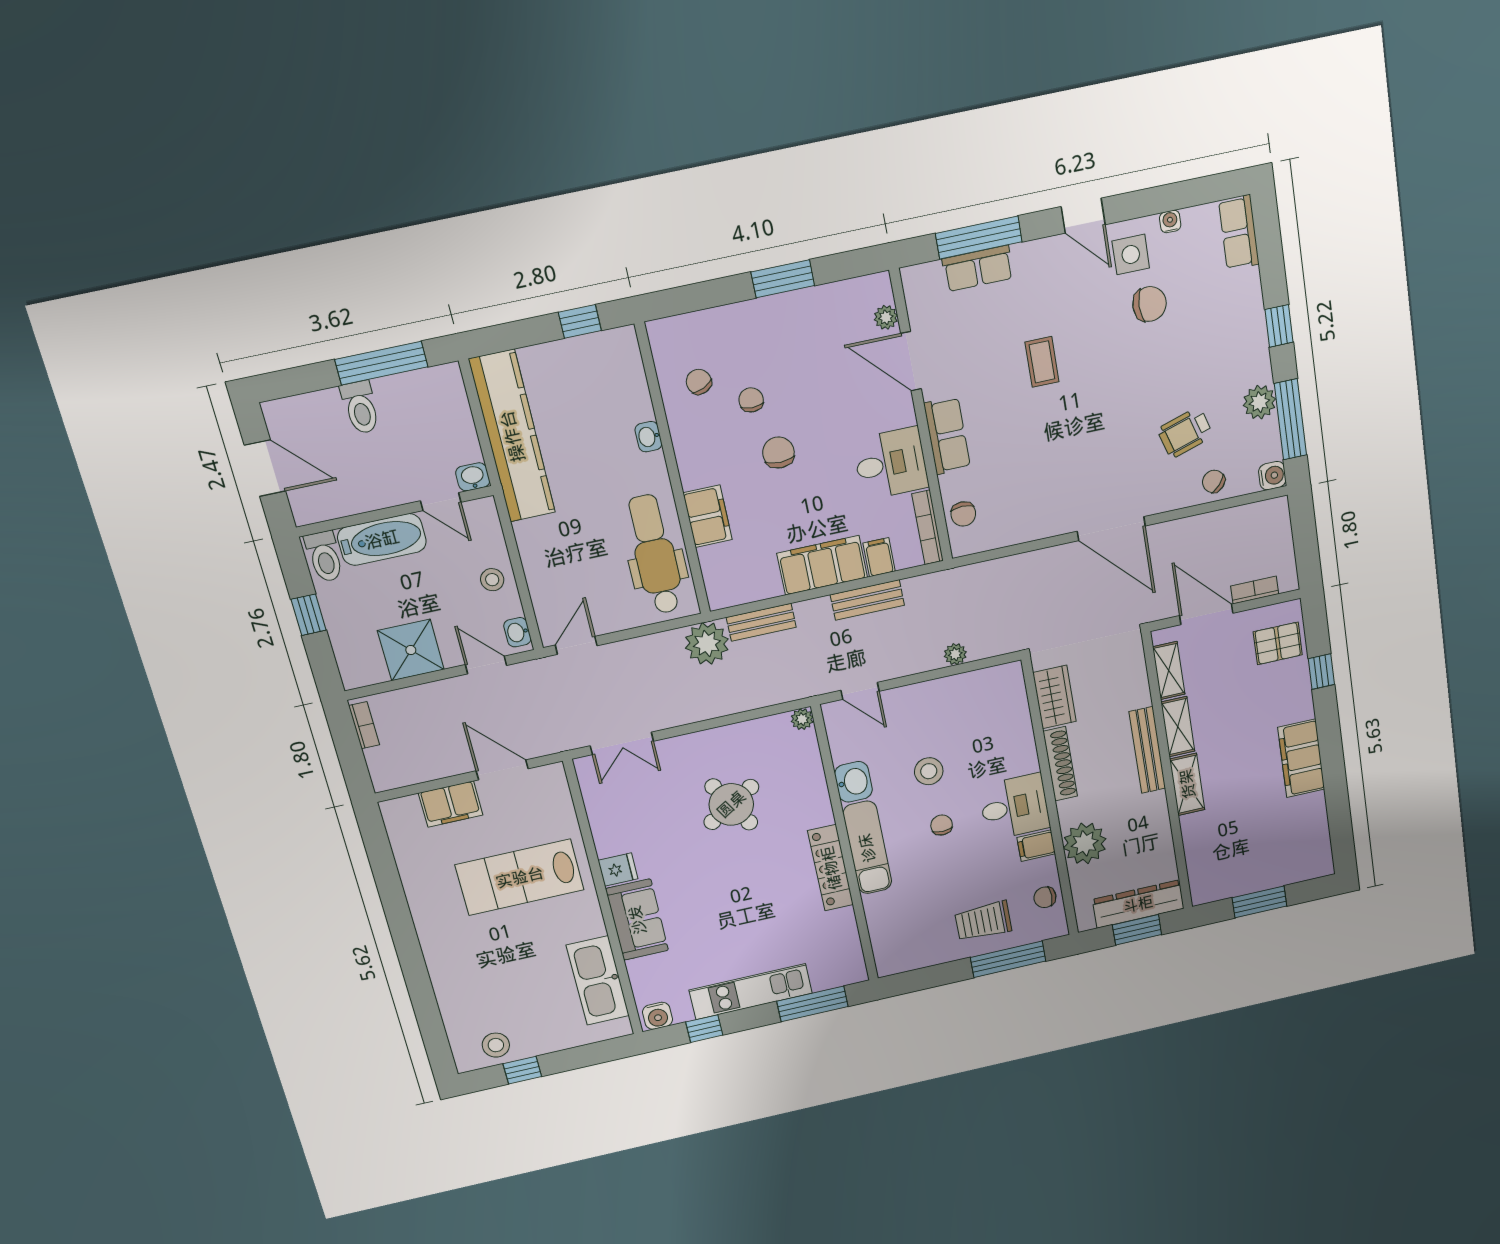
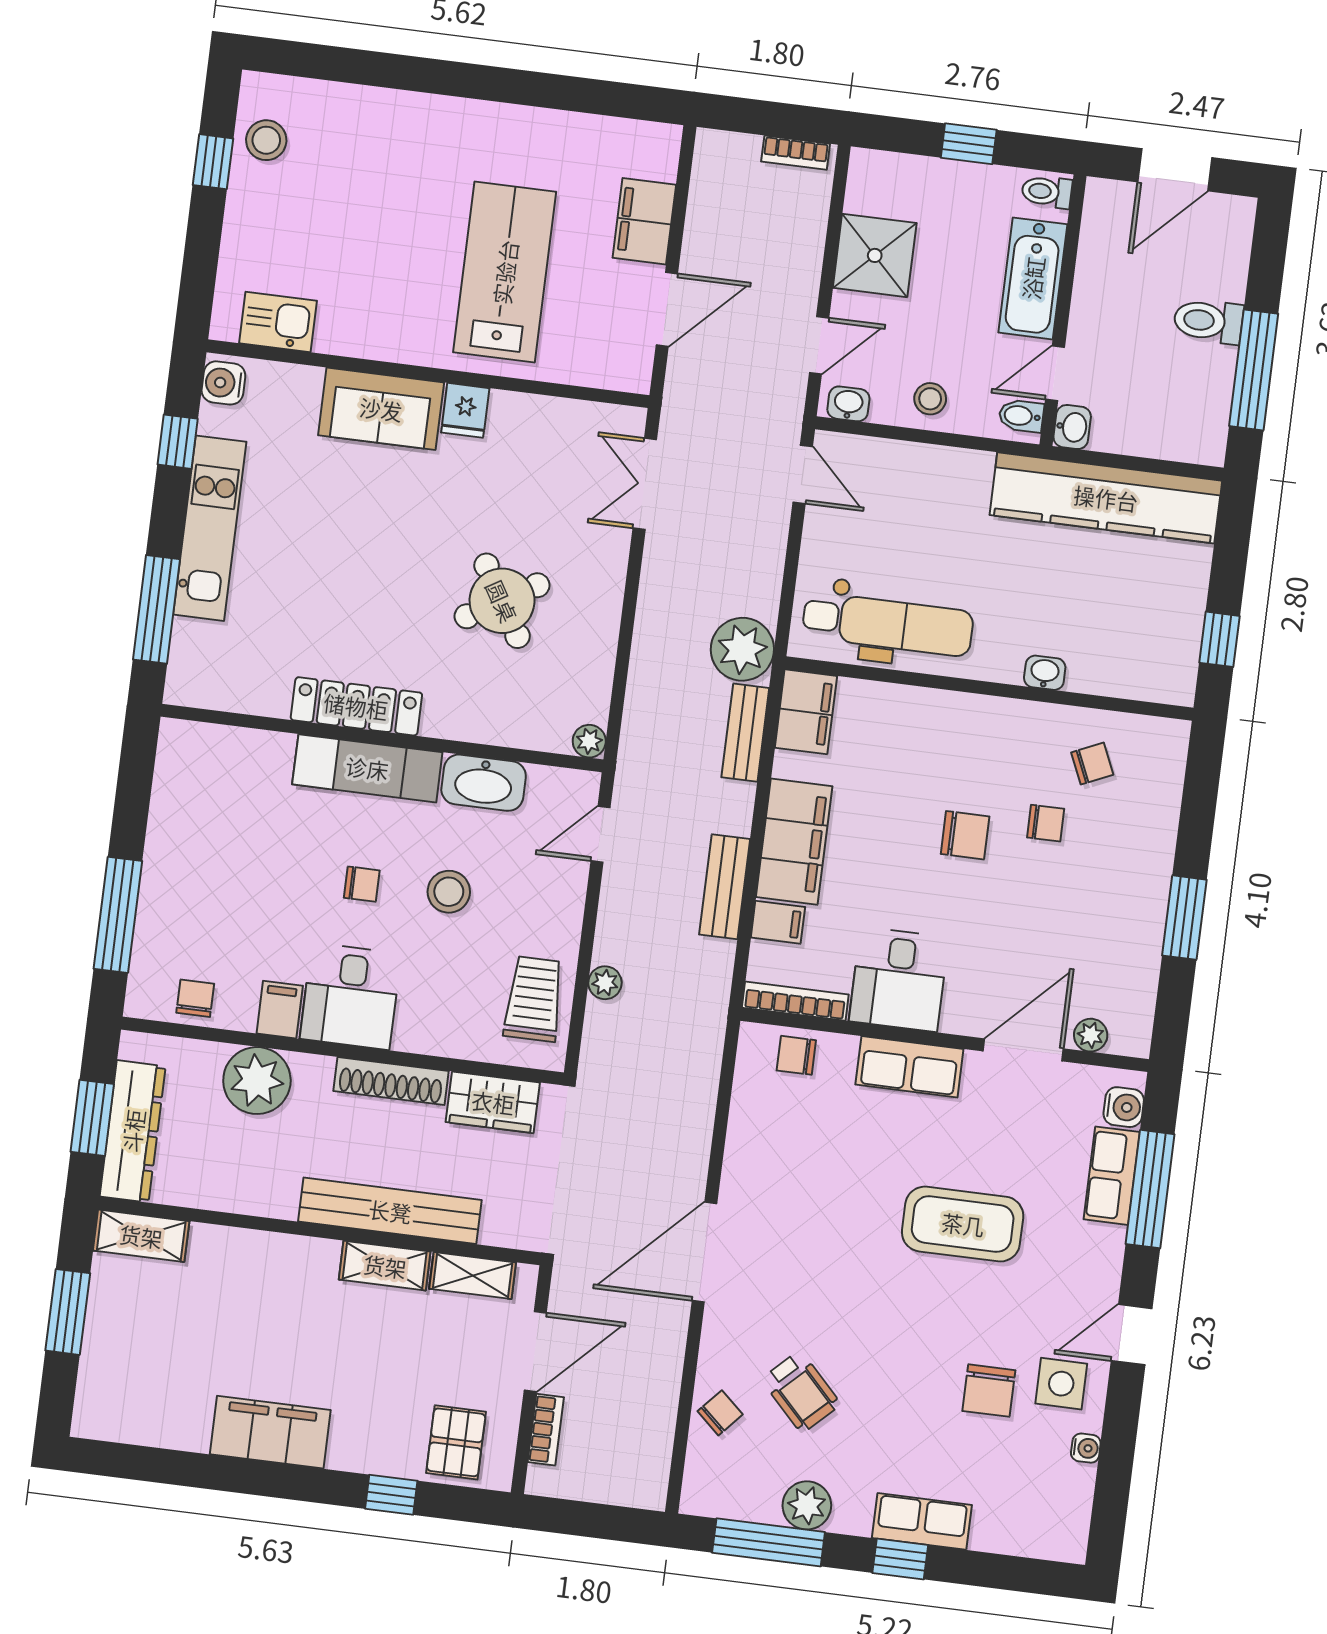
row of seats: (1239, 232) -> (922, 1521), moved
coffee table: (1042, 362) -> (963, 1224), width x1.86, depth x1.72
wheelchair: (1185, 433) -> (801, 1392), turned 153
water cooler: (1272, 476) -> (1124, 1107), moved, turned -90
bidet: (479, 514) -> (1021, 416), added
filing cabinet: (708, 516) -> (806, 712), moved, turned -90
toilet: (324, 557) -> (1047, 192), width x0.73, depth x0.72
bench: (1147, 750) -> (390, 1211), width x1.37, depth x1.21
washbasin: (853, 782) -> (484, 783), width x1.38
shelving: (1187, 784) -> (141, 1236), moved
trolley: (983, 921) -> (534, 999), moved
kitchen sink: (598, 980) -> (278, 322), width x0.53, depth x0.81

